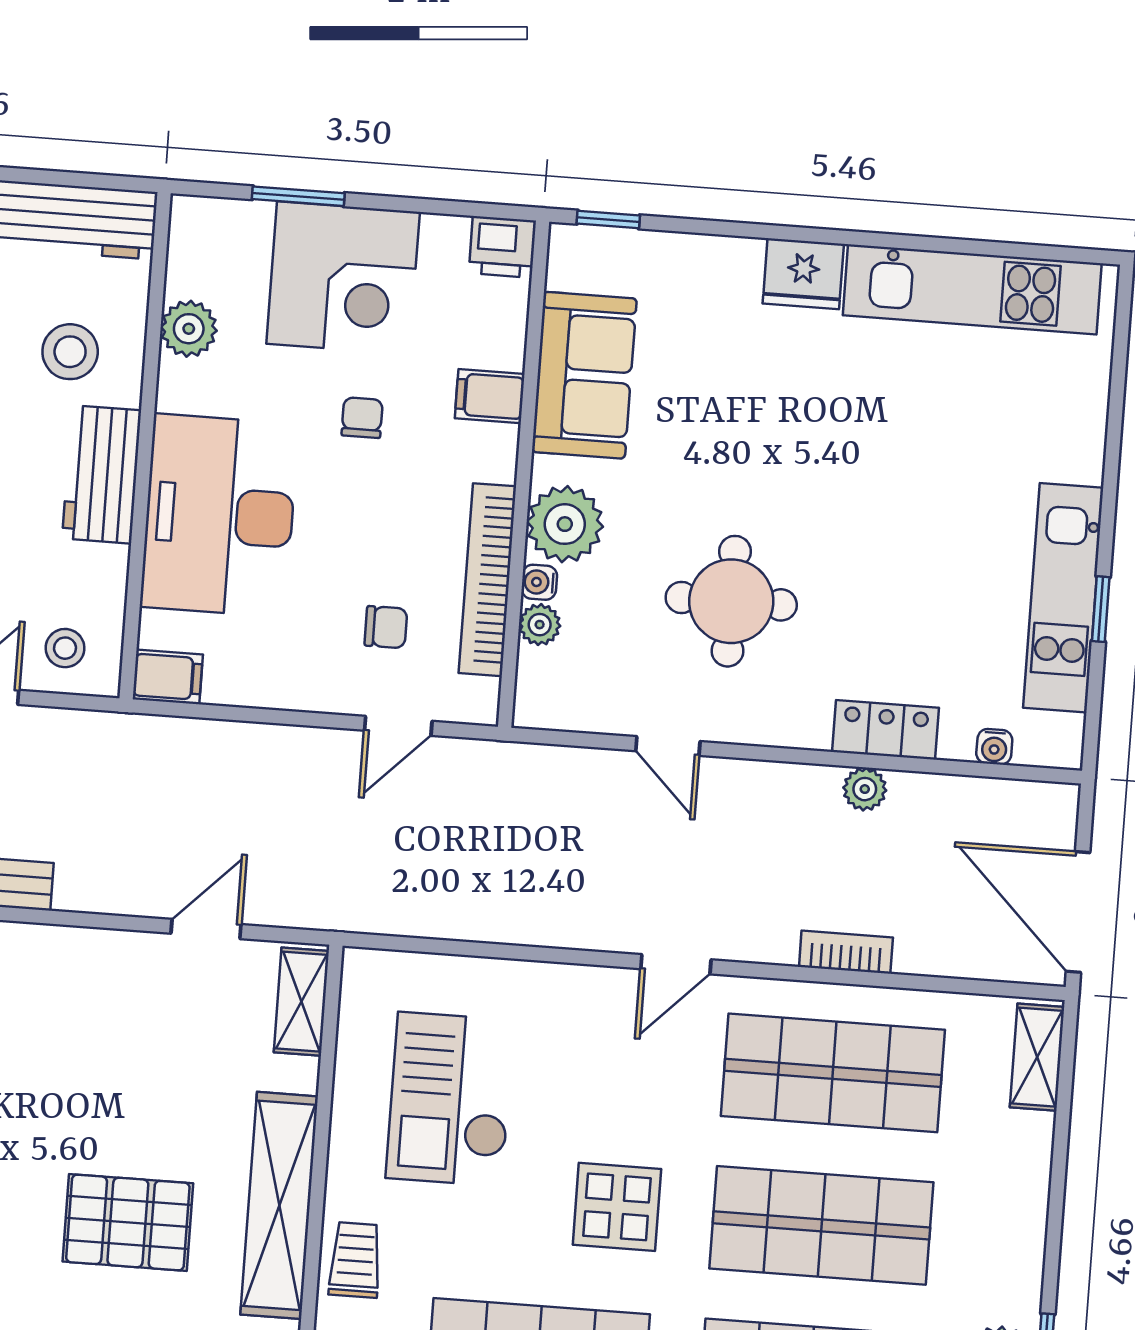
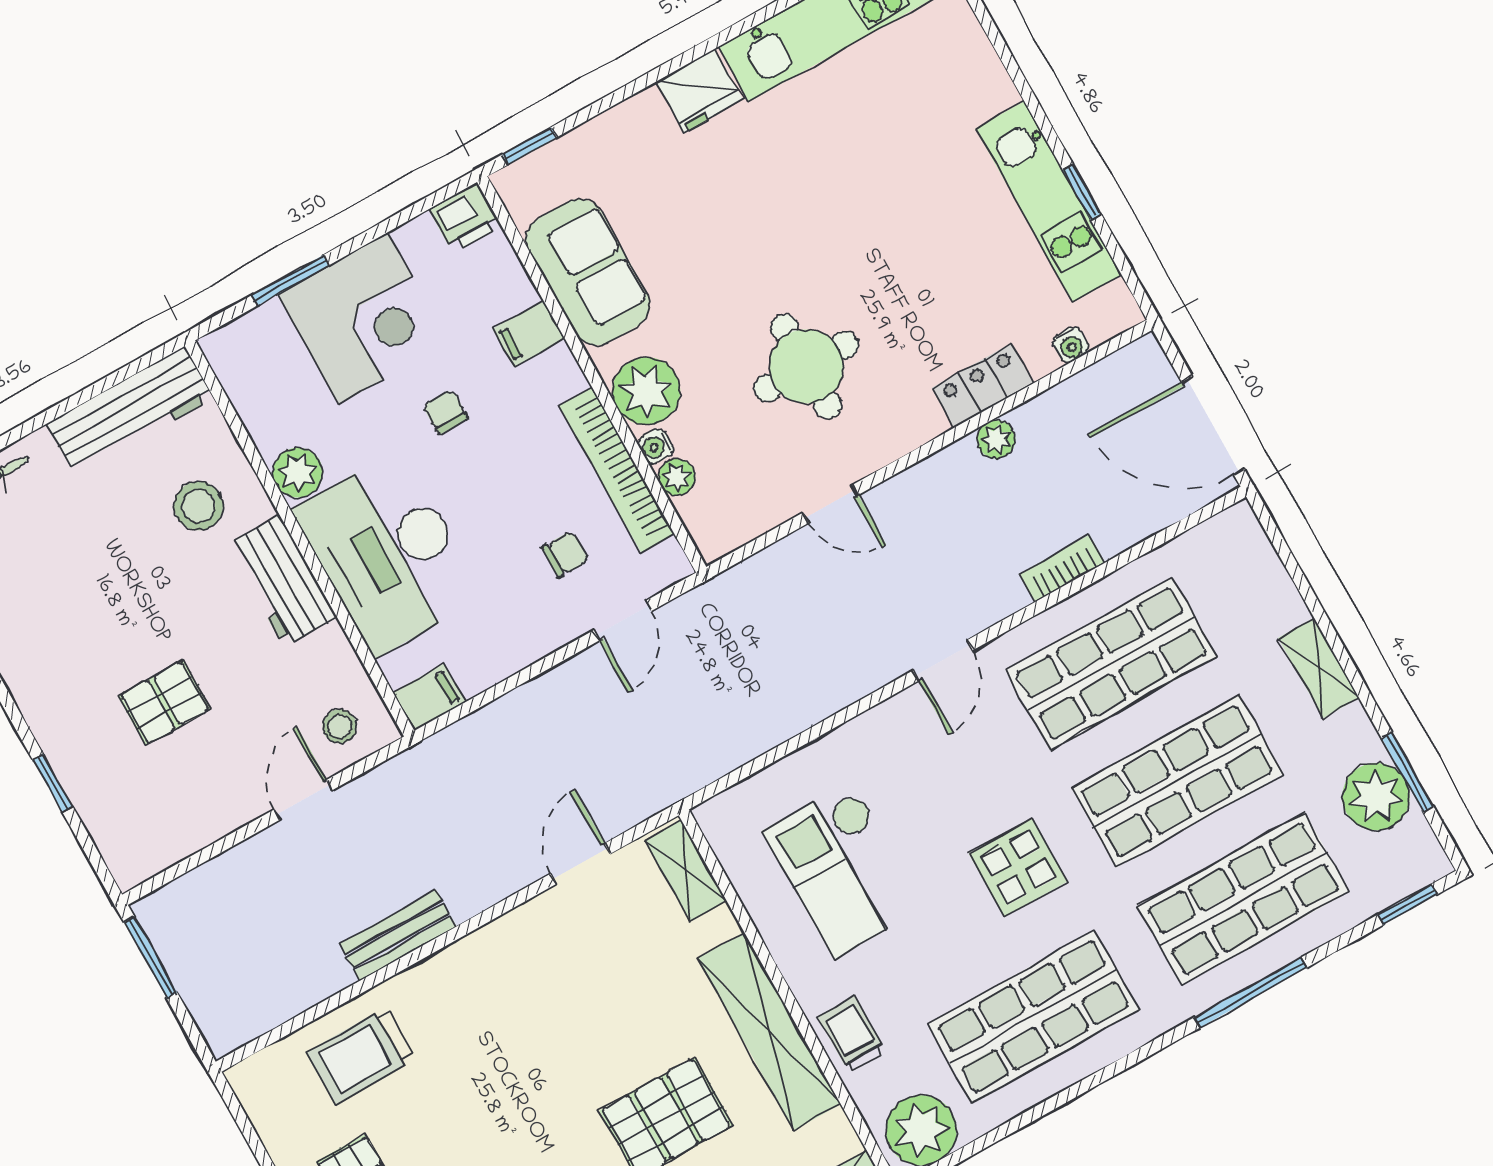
plant: (189, 329) -> (298, 473), moved
shelving: (1037, 1057) -> (1319, 668), moved

